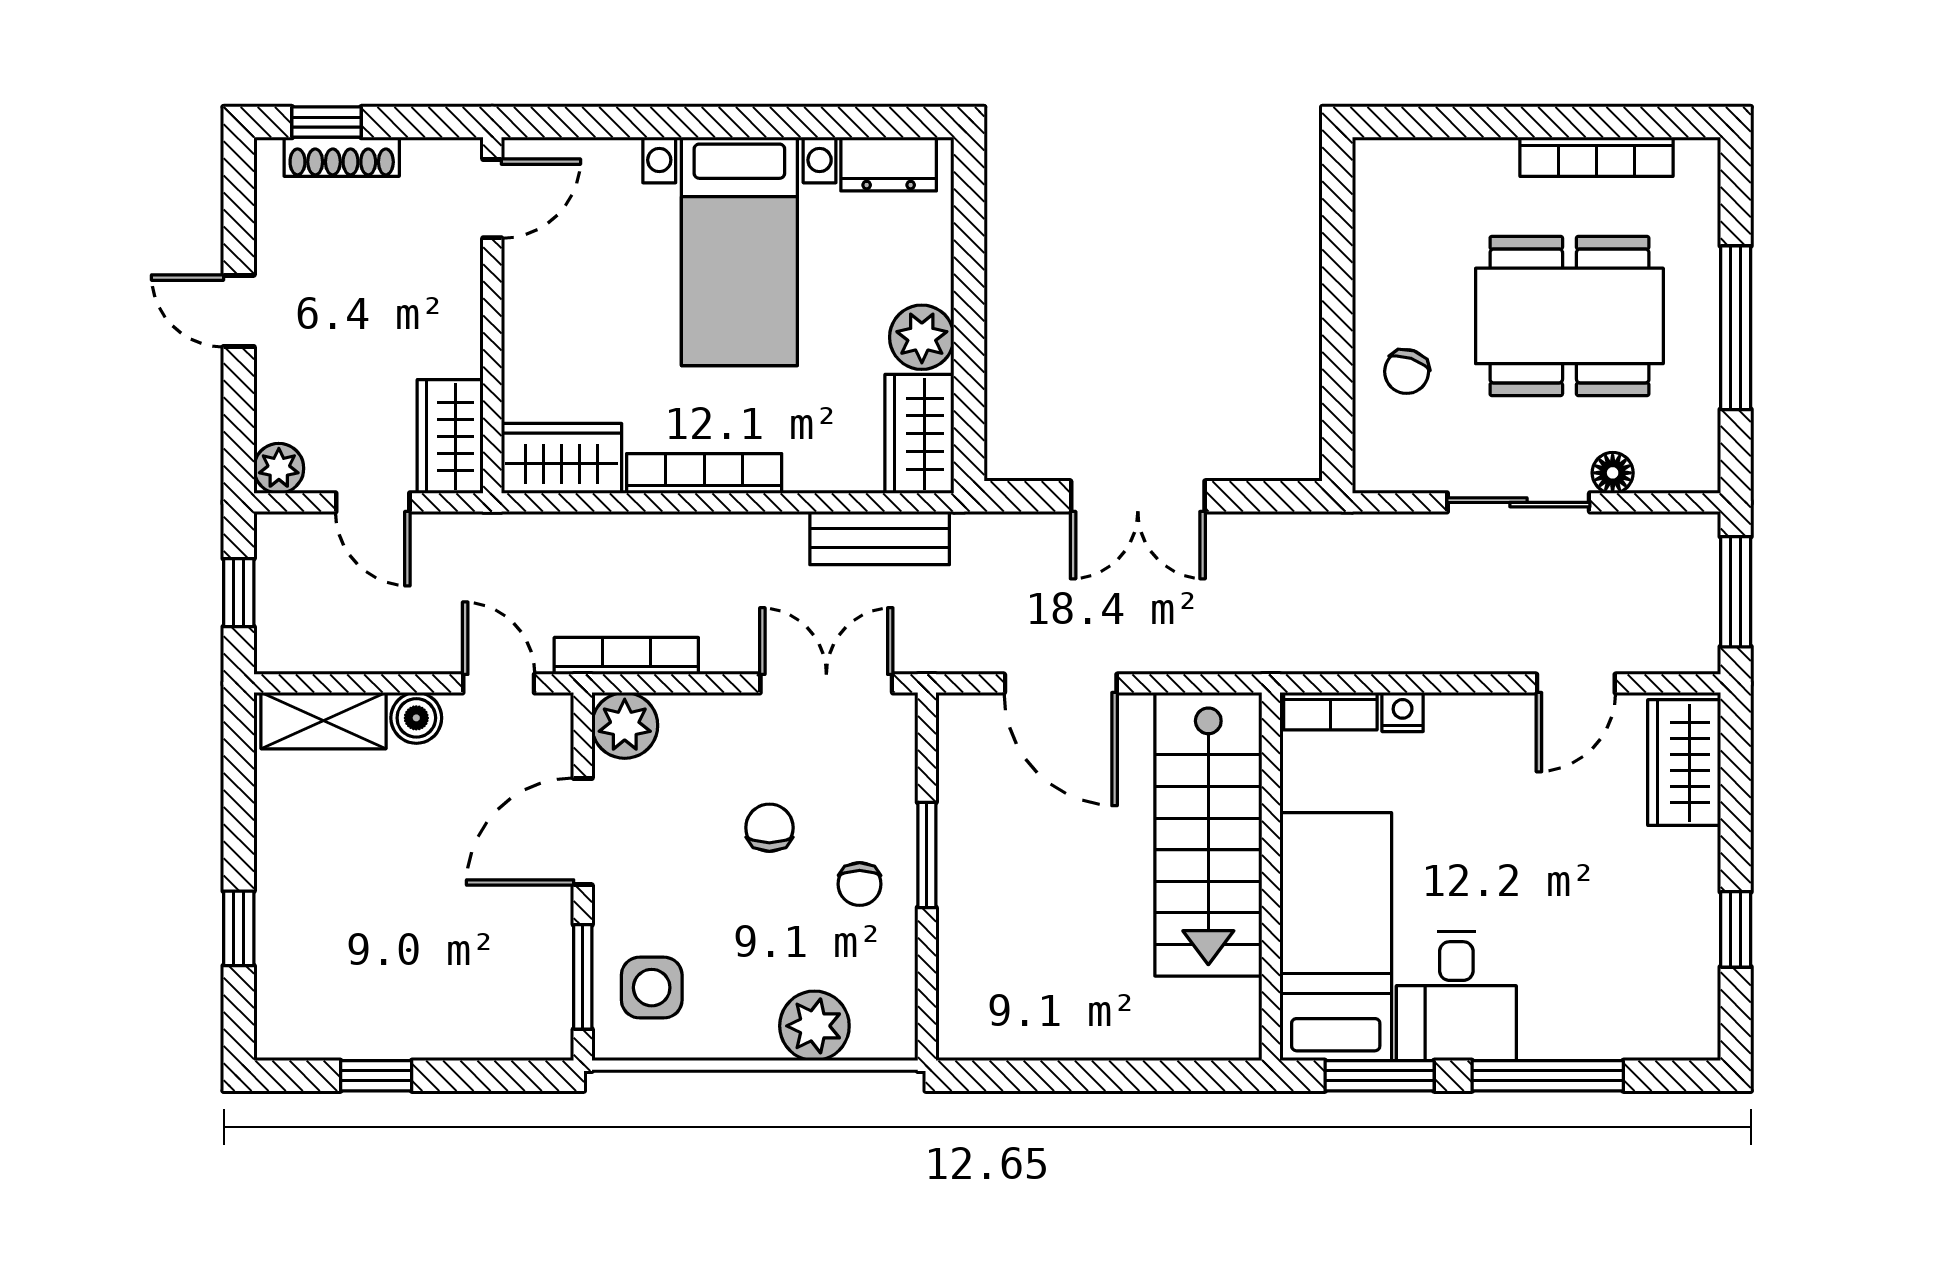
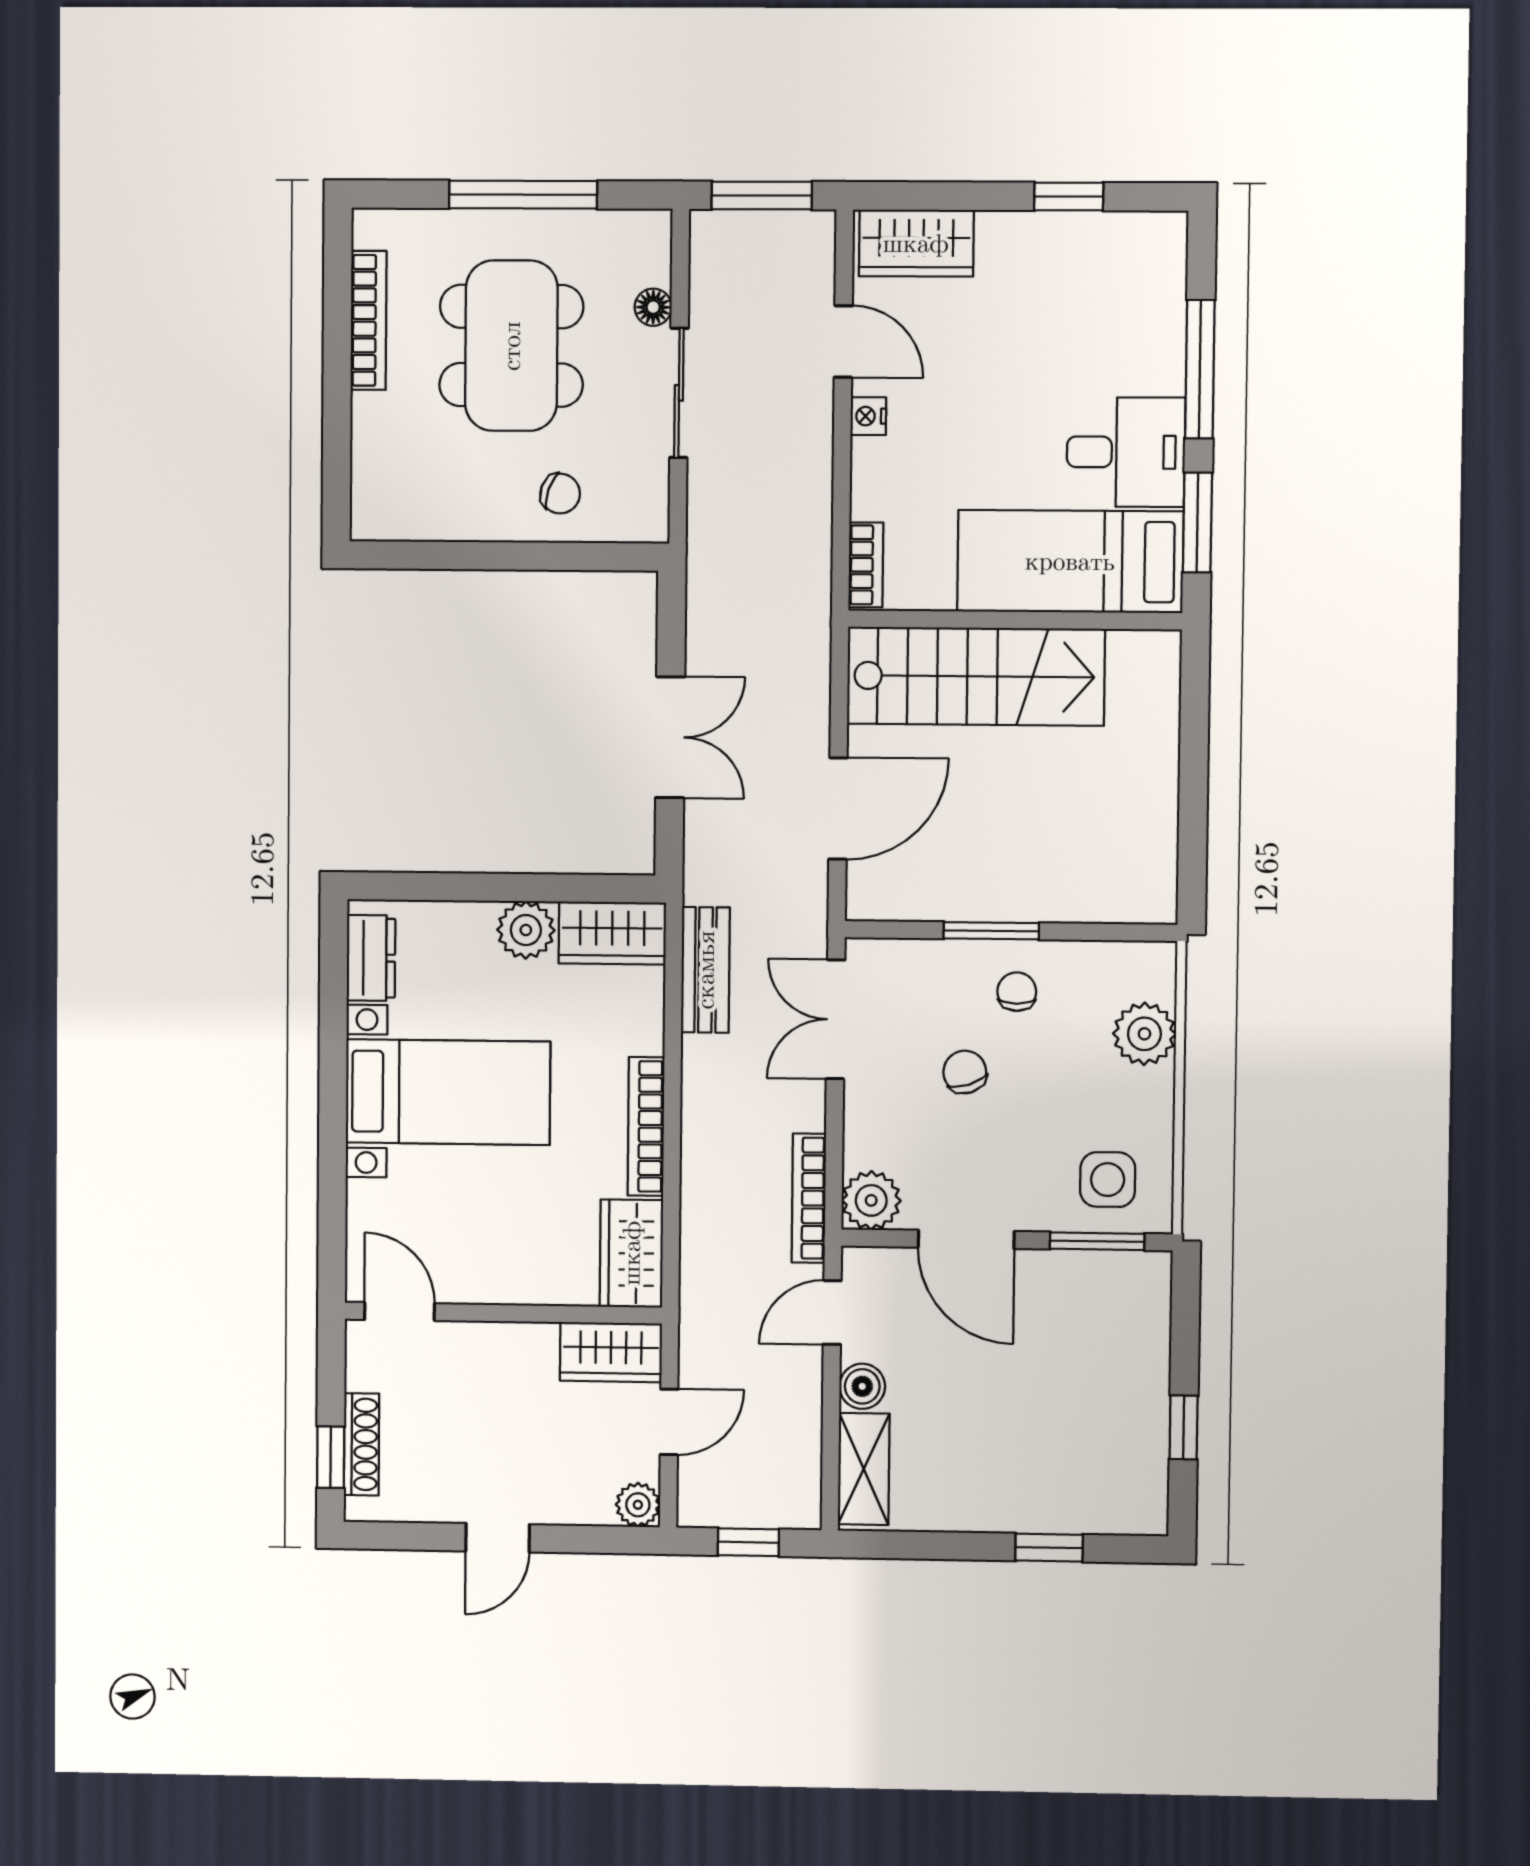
nightstand: (1403, 712) -> (868, 416), moved
chair: (769, 828) -> (965, 1072), turned 72
chair: (860, 884) -> (1017, 992), turned -90

